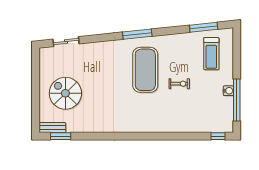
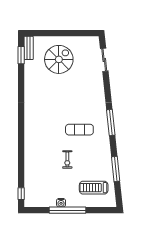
window: (204, 27) -> (116, 169), moved
exercise mat: (145, 70) -> (79, 130), width x0.50, depth x0.69
window: (237, 100) -> (67, 210), moved

